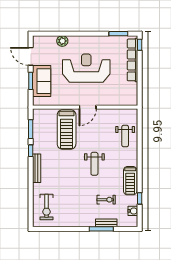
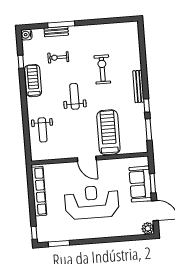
plant: (62, 41) -> (148, 228), moved
row of seats: (133, 60) -> (39, 191), moved
reception desk: (86, 68) -> (92, 202), turned 180
door: (88, 107) -> (87, 159), swing flipped
weight bench: (125, 136) -> (43, 130), turned 180
exercise bike: (47, 207) -> (102, 69), moved
water cooler: (133, 211) -> (26, 35), moved

